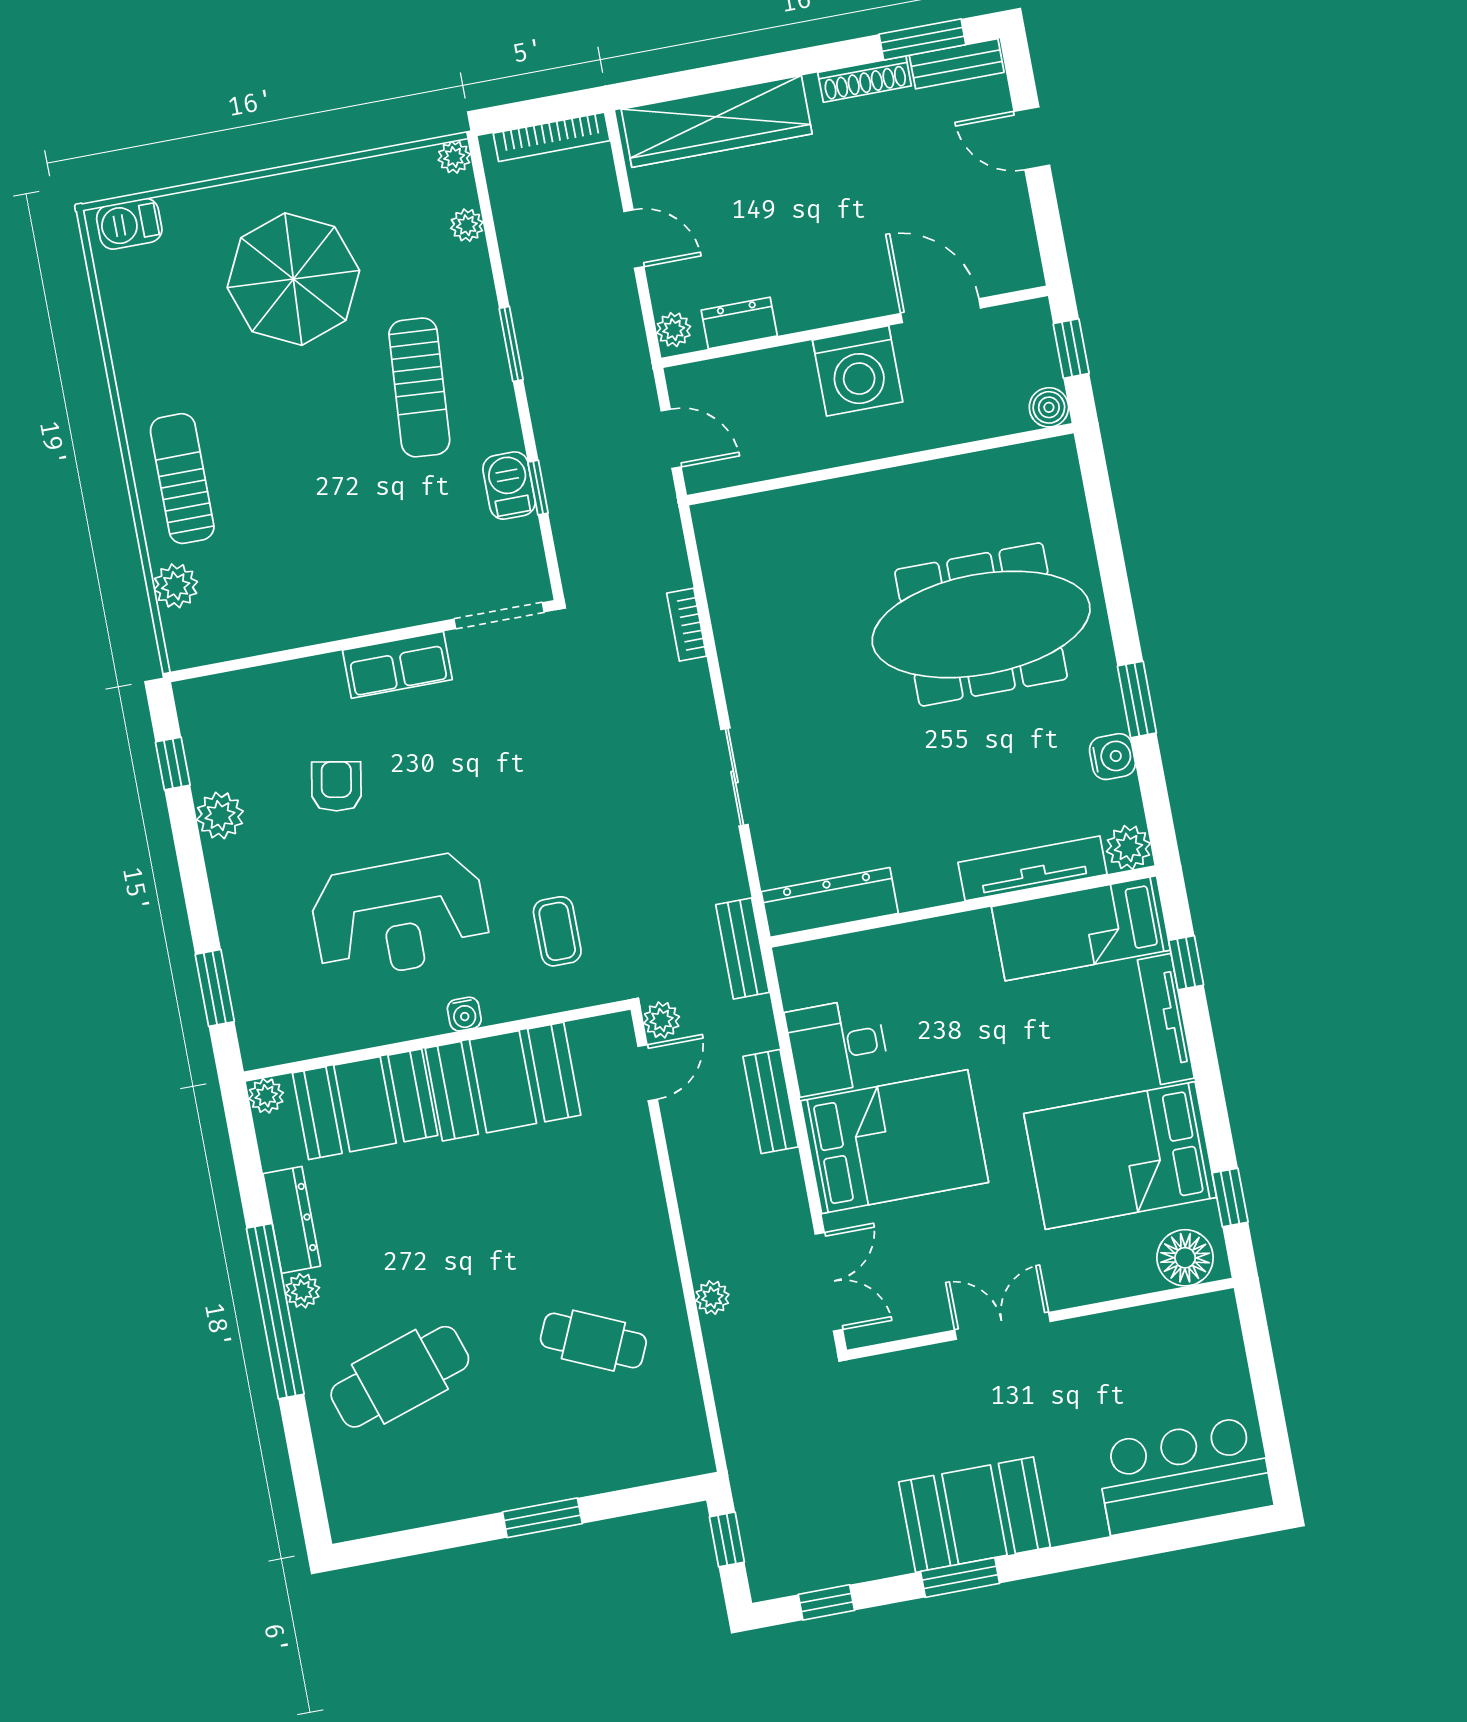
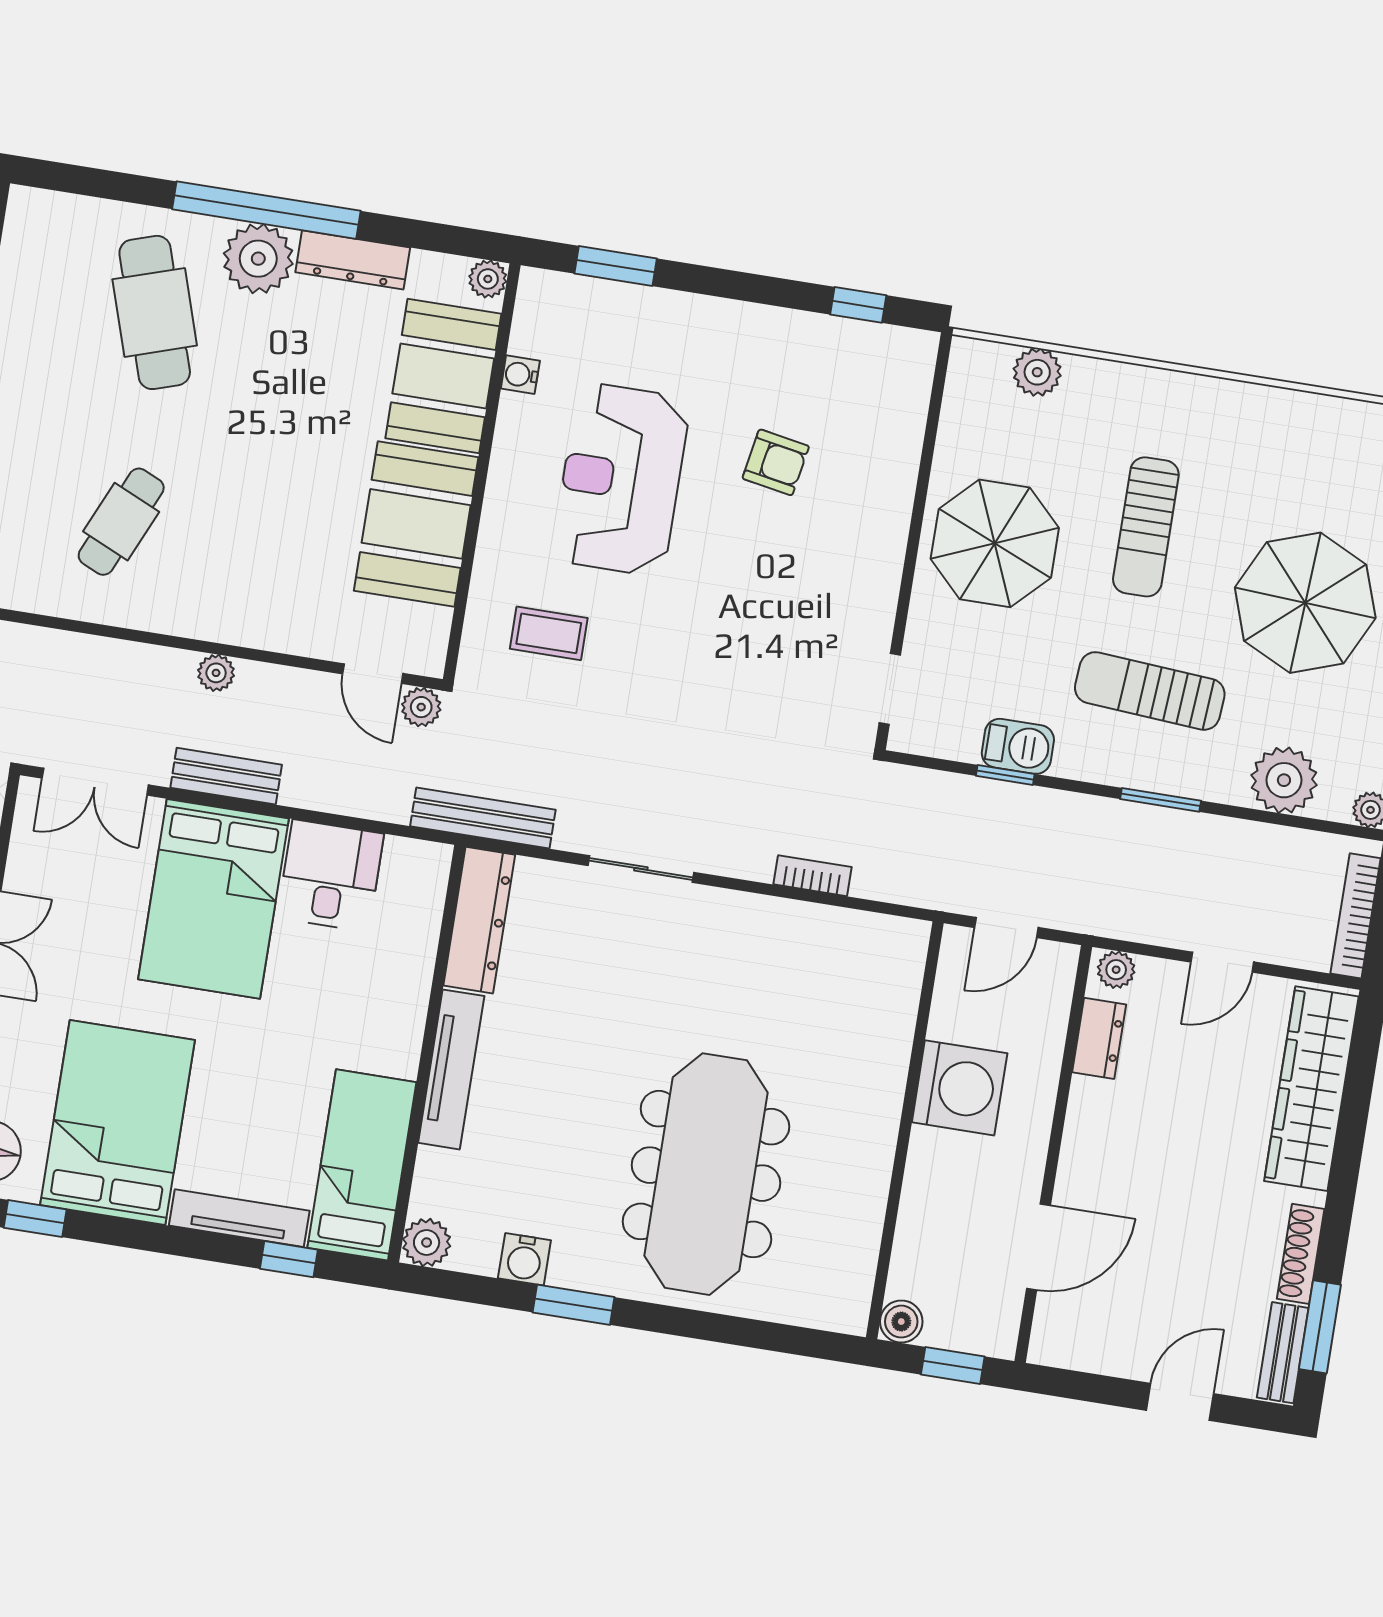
plant: (467, 225) -> (1284, 780), width x1.87, depth x1.87
washing machine: (858, 371) -> (960, 1088), moved, turned 180
sun lounger: (182, 479) -> (1146, 527), moved, turned 90
parasol: (339, 569) -> (995, 543), added
doorway: (499, 616) -> (890, 689), width x0.73
row of seats: (397, 665) -> (877, 568), removed
plant: (220, 815) -> (788, 334), removed
tv unit: (1032, 868) -> (451, 1069), moved
bench: (743, 948) -> (483, 818), width x1.36
water cooler: (464, 1014) -> (520, 375), moved
bench: (771, 1102) -> (226, 776), moved
plant: (303, 1291) -> (258, 259), width x1.88, depth x1.88
plant: (712, 1298) -> (216, 673), moved

